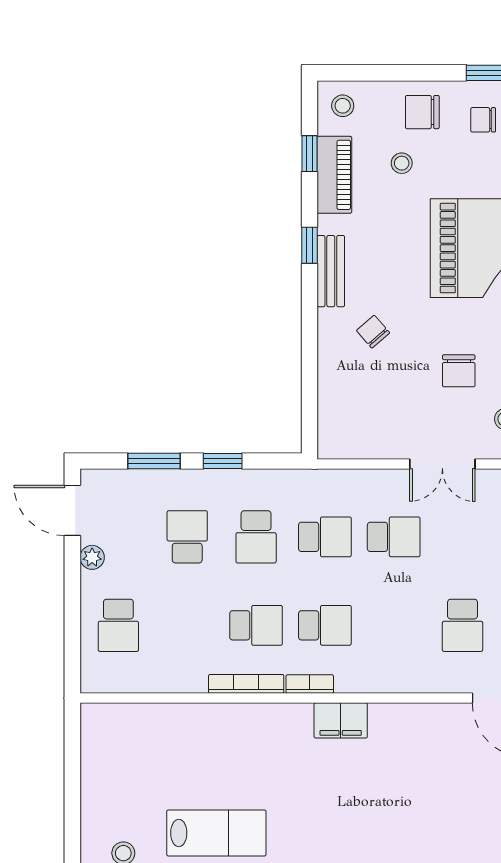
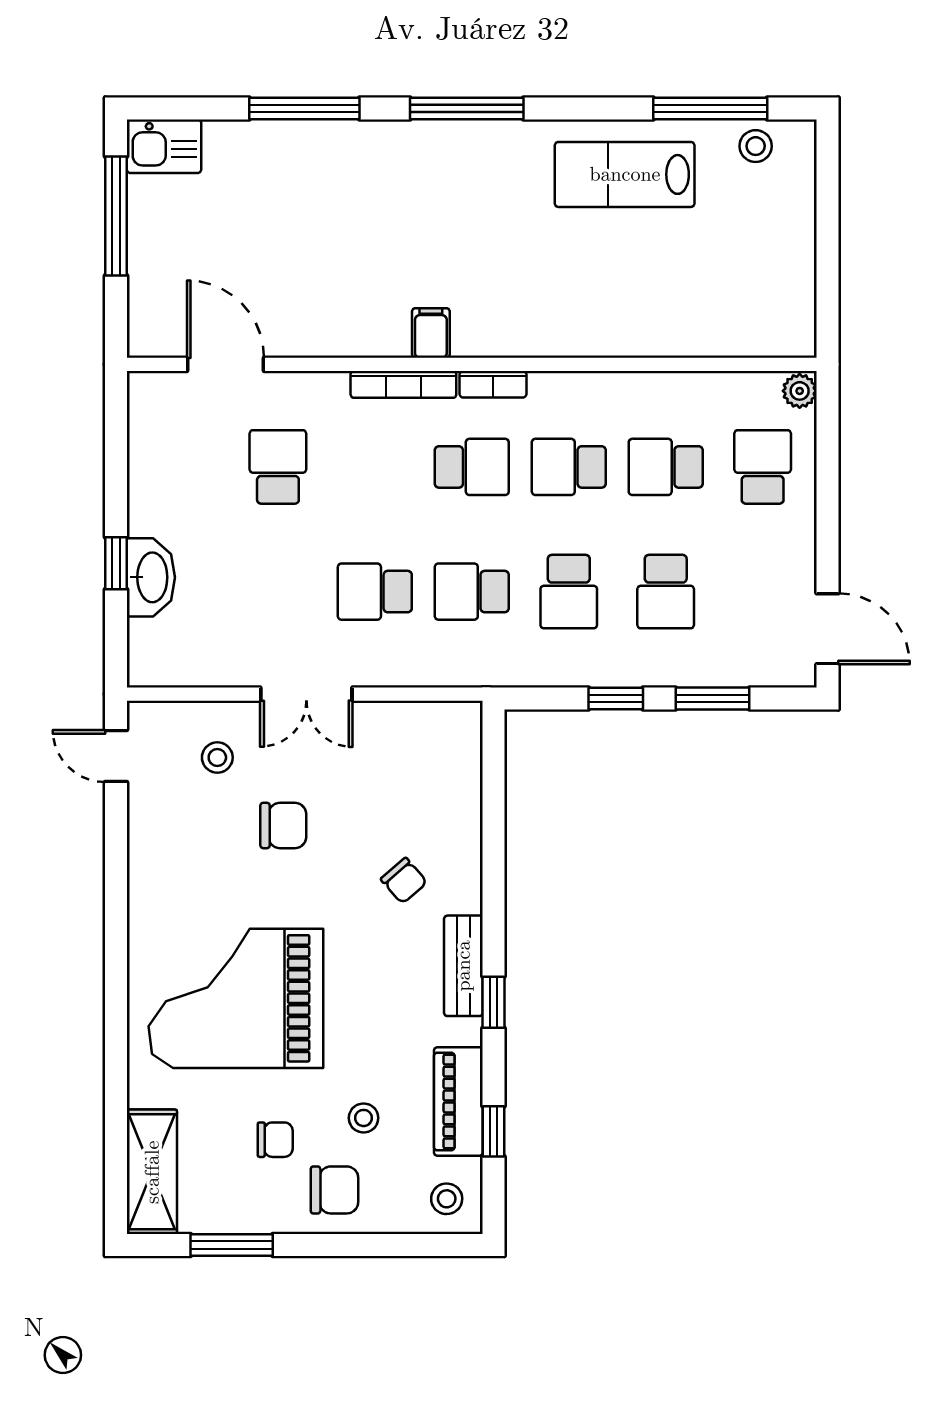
chair: (483, 120) -> (275, 1140), moved
chair: (459, 371) -> (283, 825), turned 90
double door: (442, 464) -> (306, 694), swing flipped
school desk: (256, 537) -> (569, 592), turned 180
plant: (92, 557) -> (800, 391), moved
school desk: (187, 625) -> (666, 467), added
school desk: (325, 625) -> (472, 467), turned 180
bookcase: (246, 684) -> (403, 384), moved
filing cabinet: (341, 720) -> (431, 333), width x0.50

